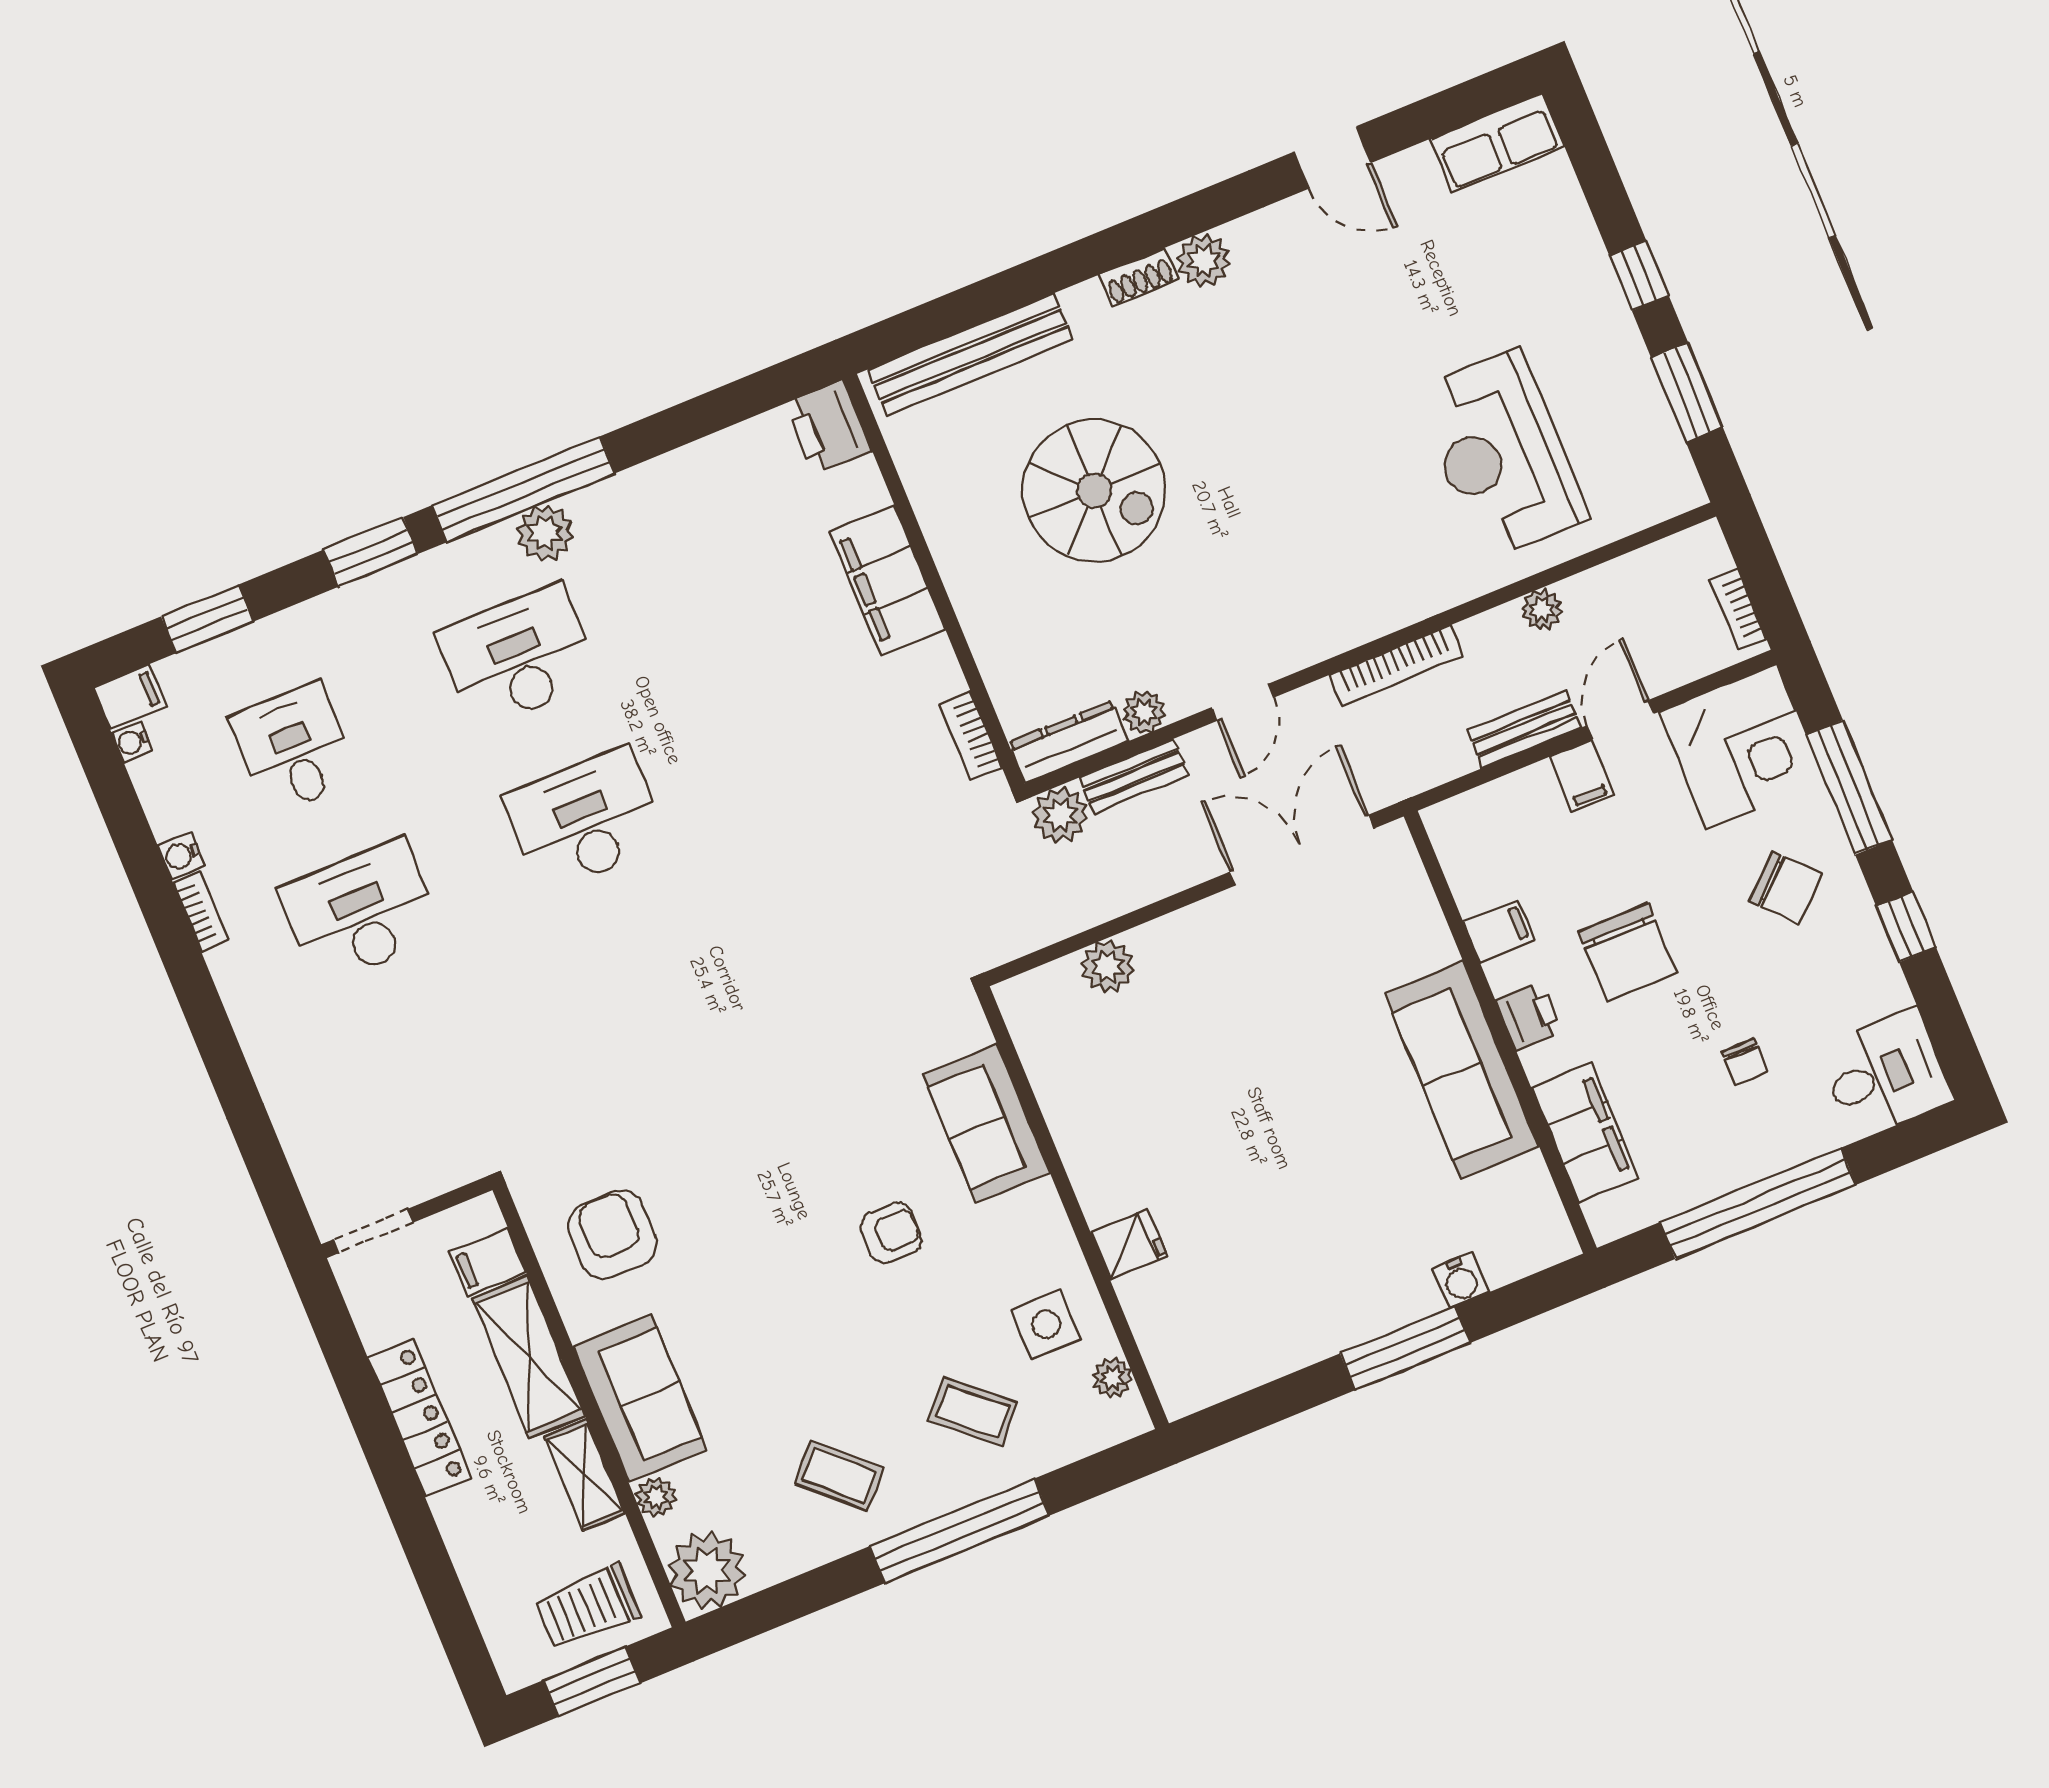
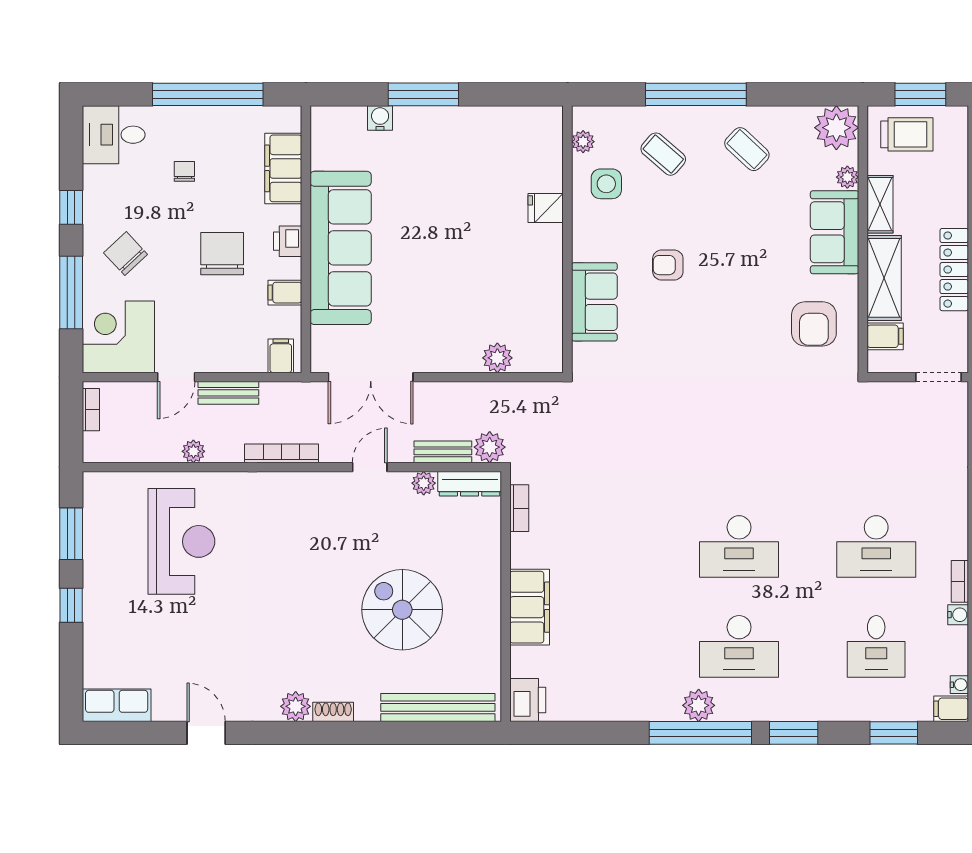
filing cabinet: (1582, 776) -> (281, 356), moved
sofa: (1462, 1070) -> (341, 248), width x1.36, depth x1.27

